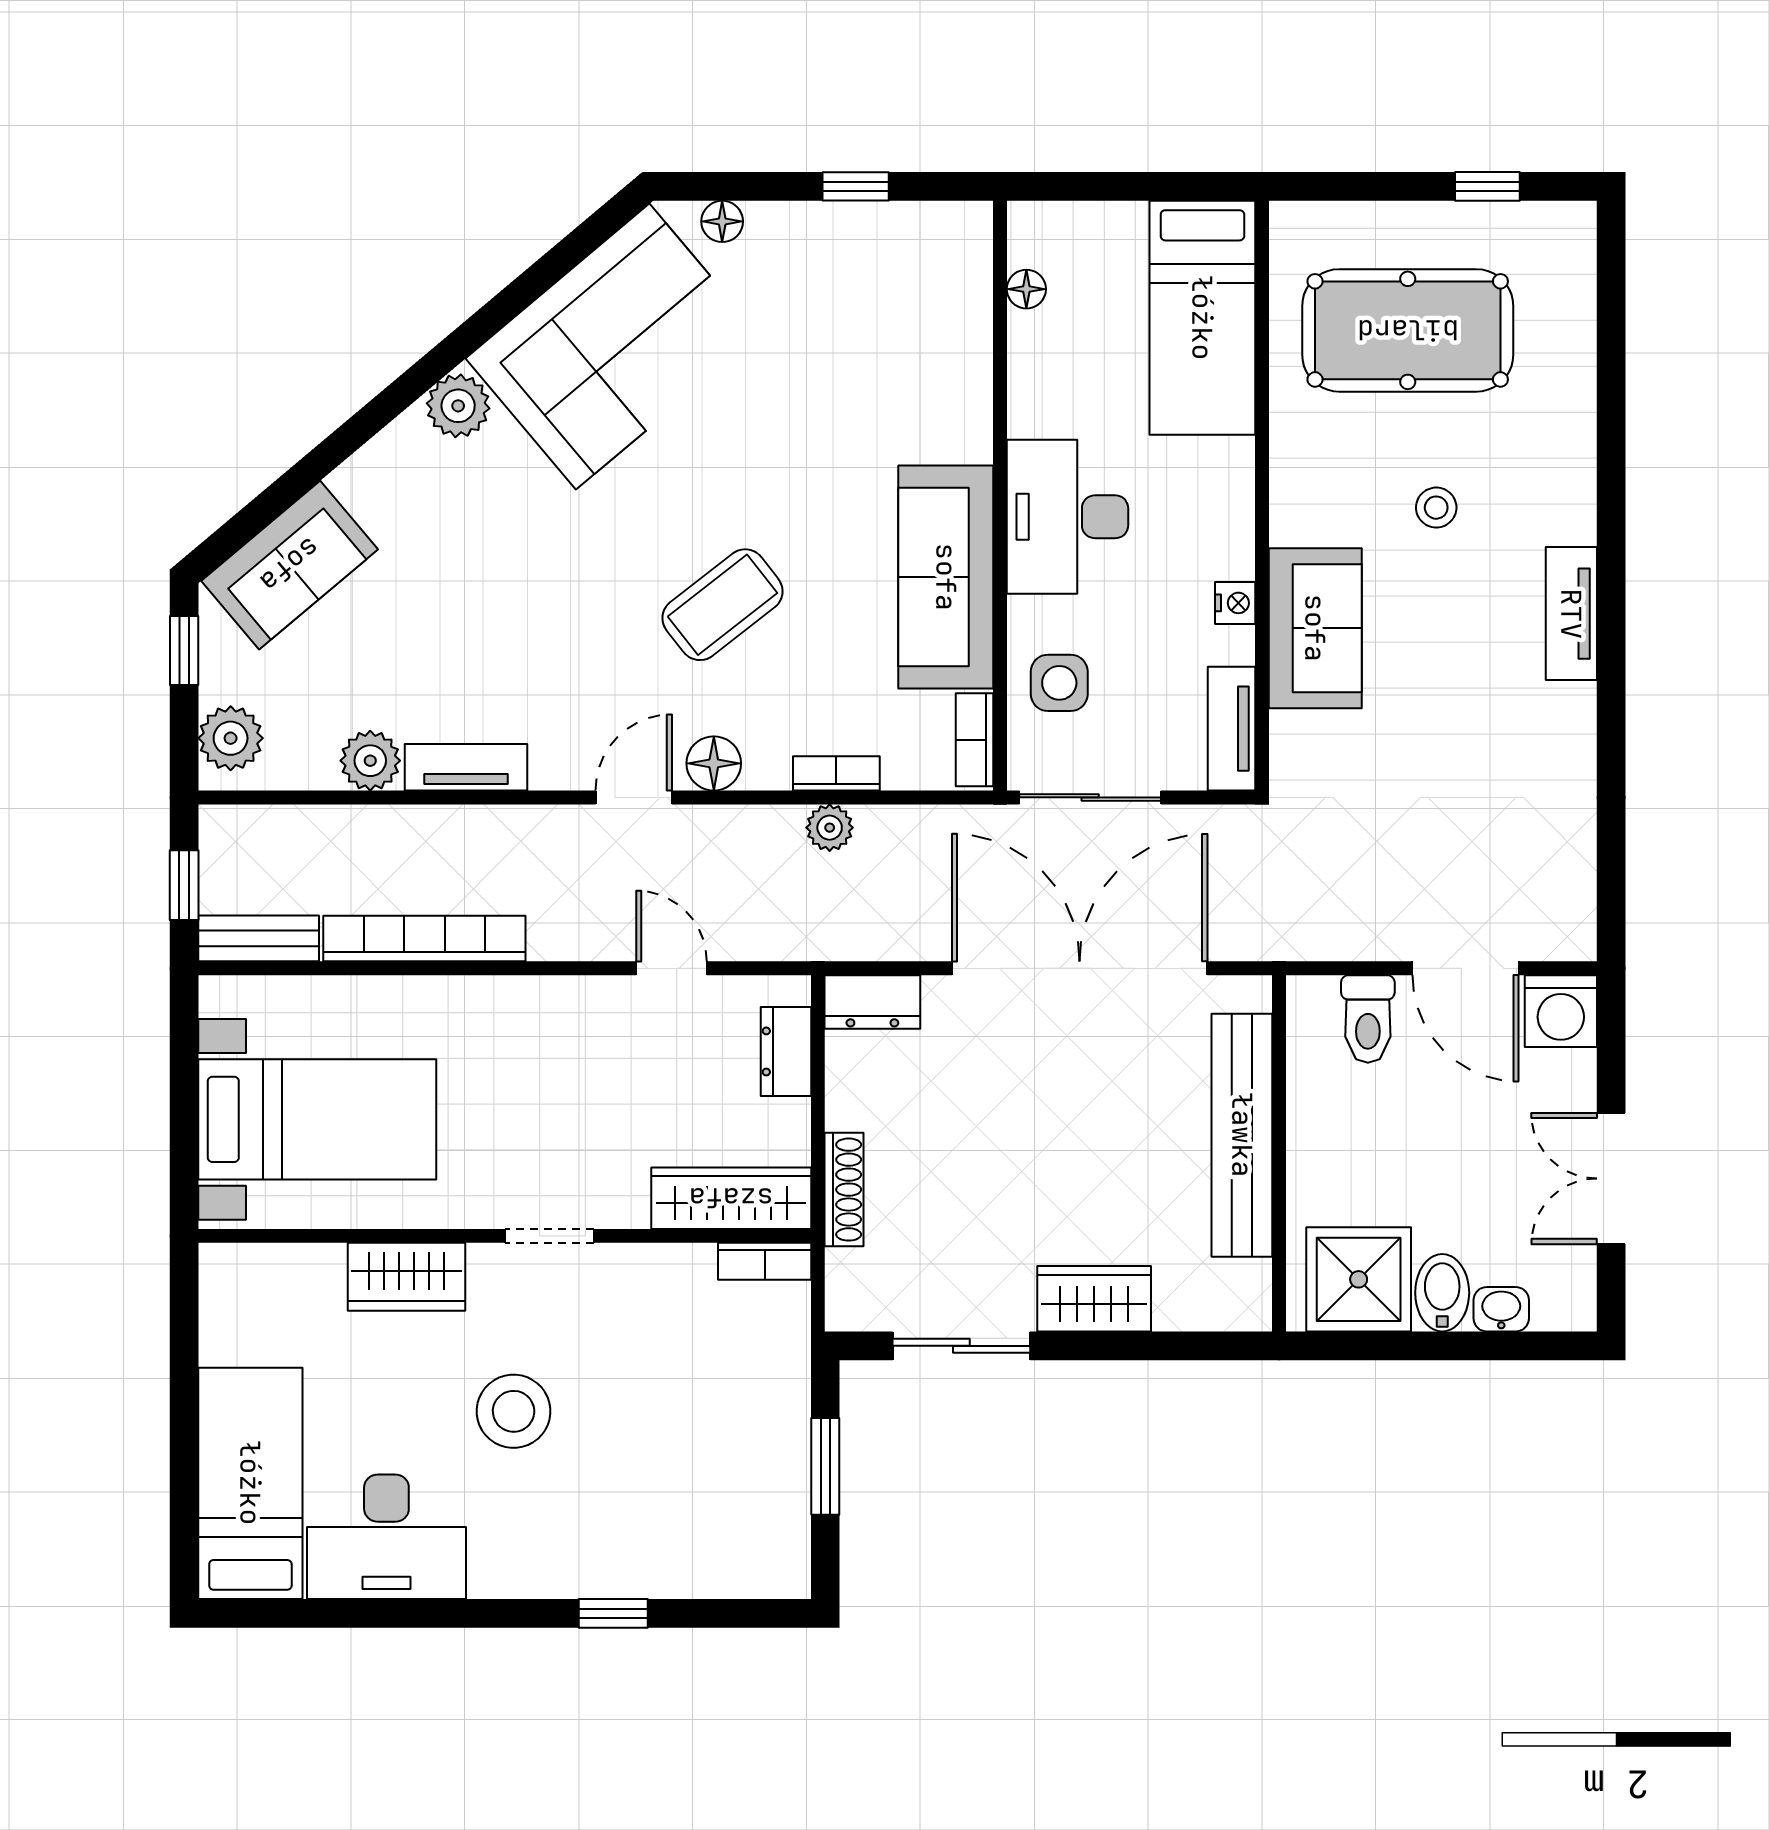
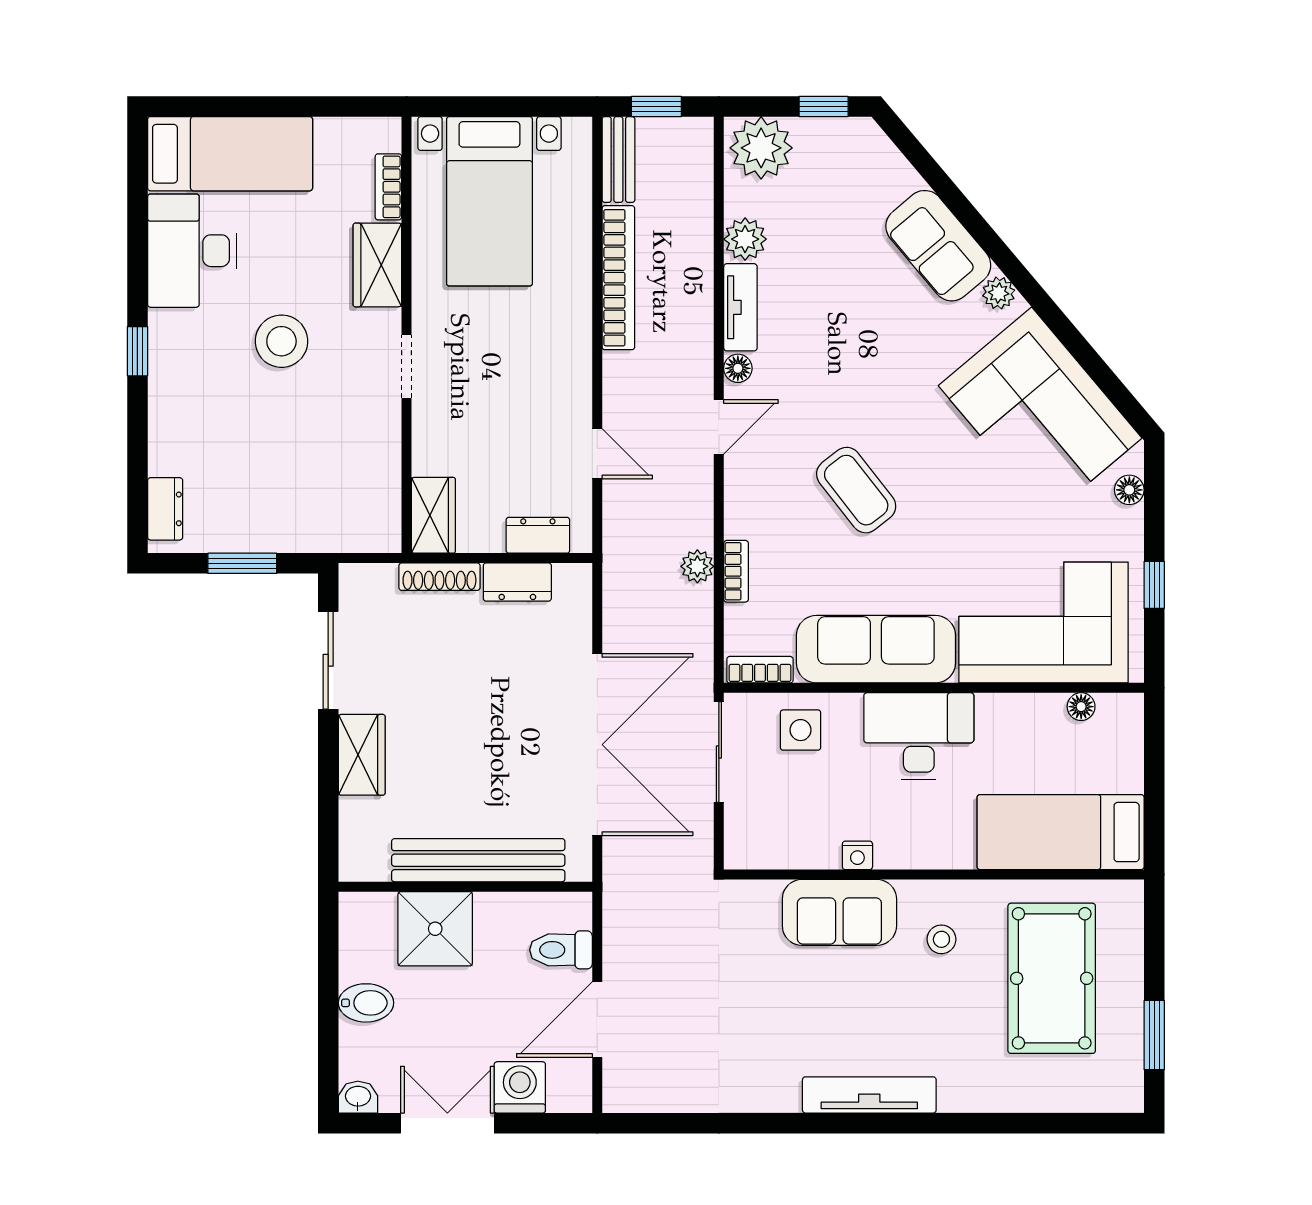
window: (1487, 186) -> (1154, 1035), width x1.50
corner sofa: (908, 342) -> (1044, 623), added
plant: (458, 406) -> (999, 293), width x0.73, depth x0.73
stool: (1436, 508) -> (941, 939), moved
sofa: (290, 565) -> (938, 246), moved
tv unit: (1571, 614) -> (869, 1095), width x1.41
tv unit: (1231, 729) -> (768, 853), removed
plant: (231, 738) -> (761, 148), width x1.36, depth x1.36
floor lamp: (714, 763) -> (738, 368), moved, width x0.73, depth x0.73
door: (634, 797) -> (719, 427), hinge flipped
door: (672, 968) -> (597, 454), hinge flipped
dresser: (872, 1002) -> (517, 582), moved, turned -90
washing machine: (1561, 1011) -> (520, 1087), moved, turned 90
wardrobe: (731, 1198) -> (433, 515), width x0.67
bookcase: (765, 1261) -> (388, 187), moved
shower: (1359, 1279) -> (435, 929), moved
washbasin: (1501, 1309) -> (358, 1097), moved, turned -90
dresser: (749, 1575) -> (165, 509), added
window: (613, 1613) -> (137, 351), moved

